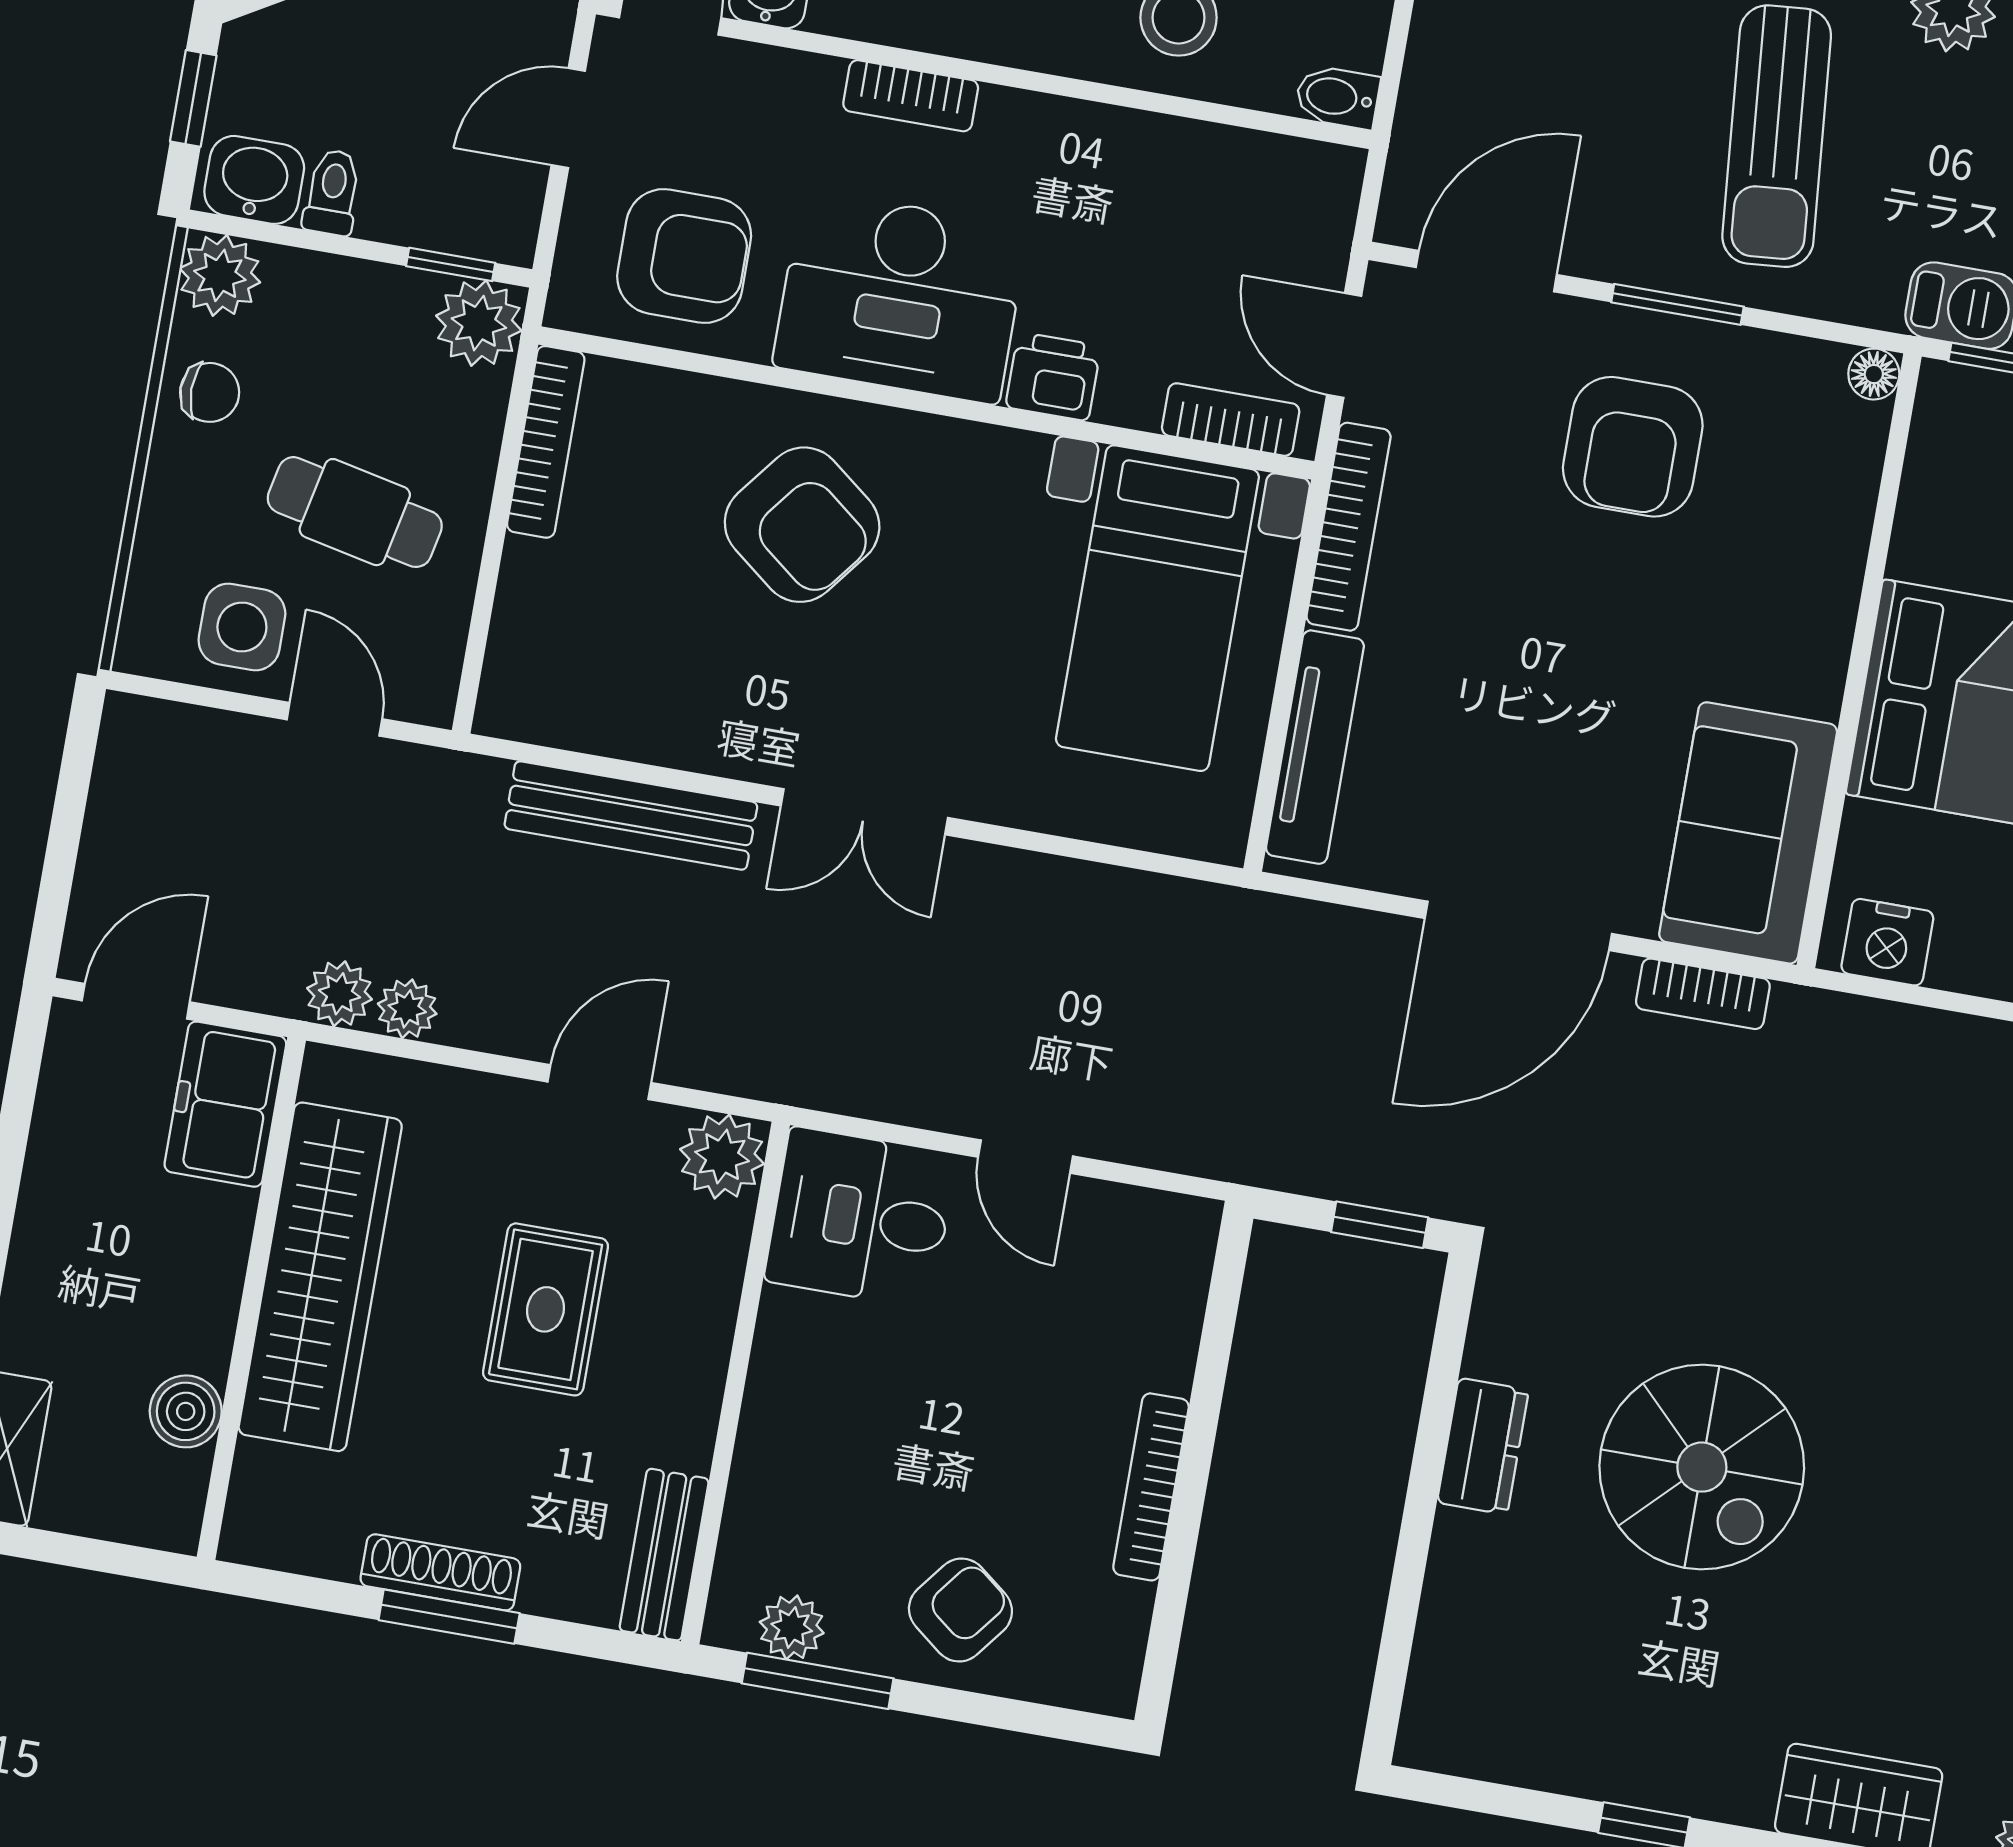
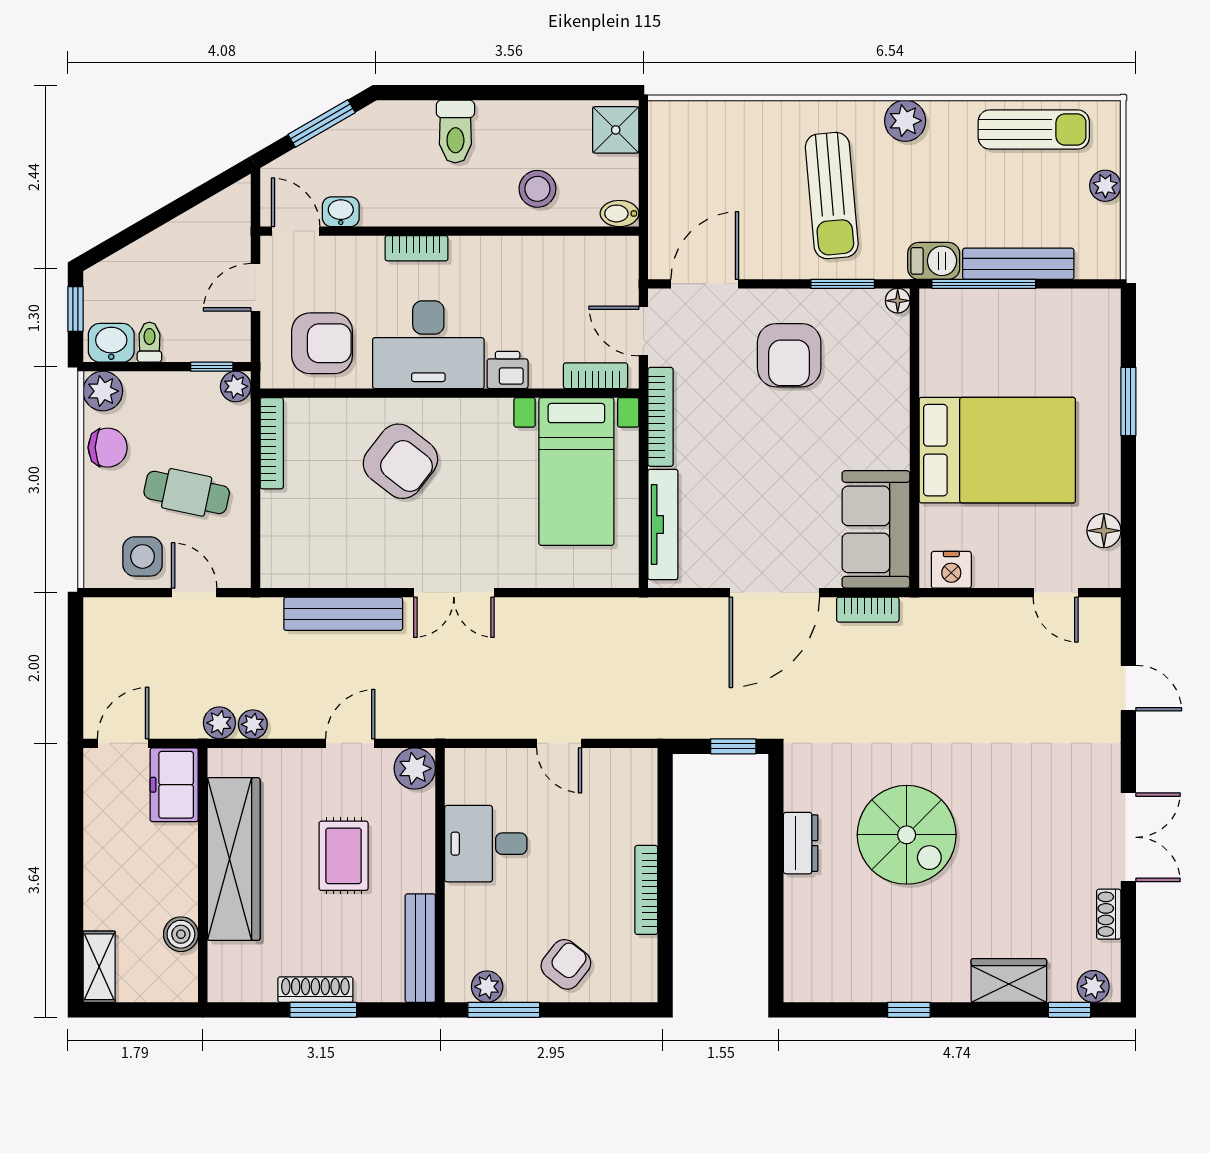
window: (1677, 304) -> (843, 284), moved
plant: (479, 323) -> (236, 386), width x0.73, depth x0.73
chair: (210, 392) -> (108, 448), width x1.37, depth x1.37
desk: (860, 1218) -> (486, 844), moved
bench: (664, 1555) -> (420, 948), width x1.36

